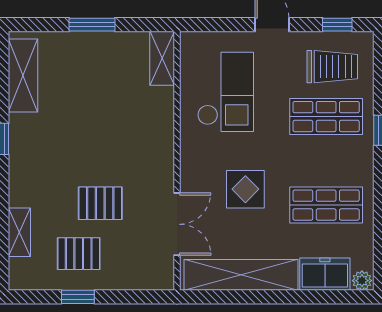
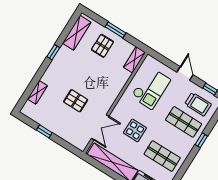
pallet: (79, 254) -> (102, 46), moved, turned 90

